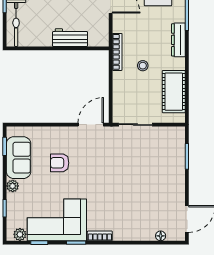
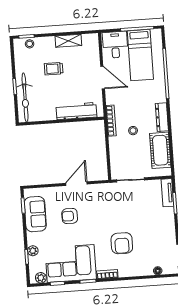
workbench: (70, 38) -> (76, 111), width x1.38
dresser: (178, 40) -> (162, 117), moved
door: (91, 125) -> (76, 184), moved
tv unit: (179, 143) -> (167, 193), added
plant: (13, 186) -> (33, 251), moved
armchair: (120, 200) -> (122, 243), added

